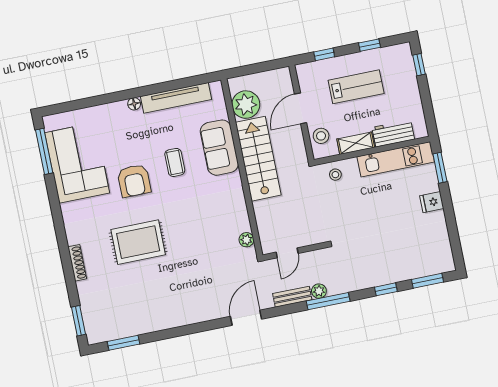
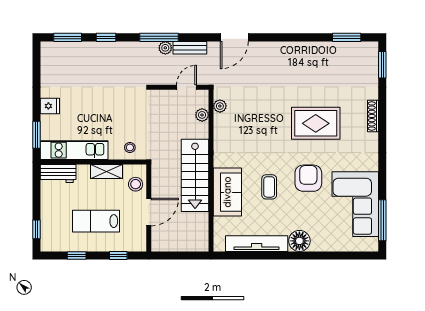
floor lamp: (134, 104) -> (299, 241), width x1.89, depth x1.89
plant: (246, 105) -> (202, 115), moved, width x0.53, depth x0.53
workbench: (393, 133) -> (58, 173), moved

